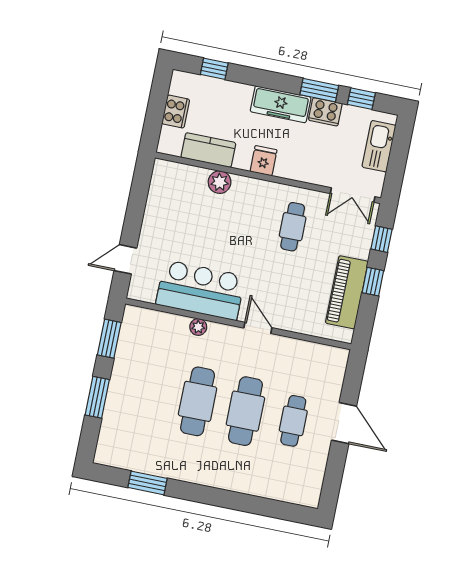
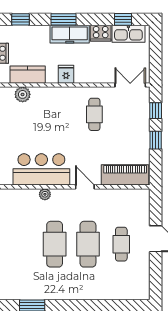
window: (319, 90) -> (64, 19), moved
kitchen sink: (379, 146) -> (128, 34), moved, turned -90
plant: (220, 182) -> (23, 94), moved
double door: (353, 195) -> (130, 85), swing flipped
piano: (347, 292) -> (125, 175), moved, turned 90

